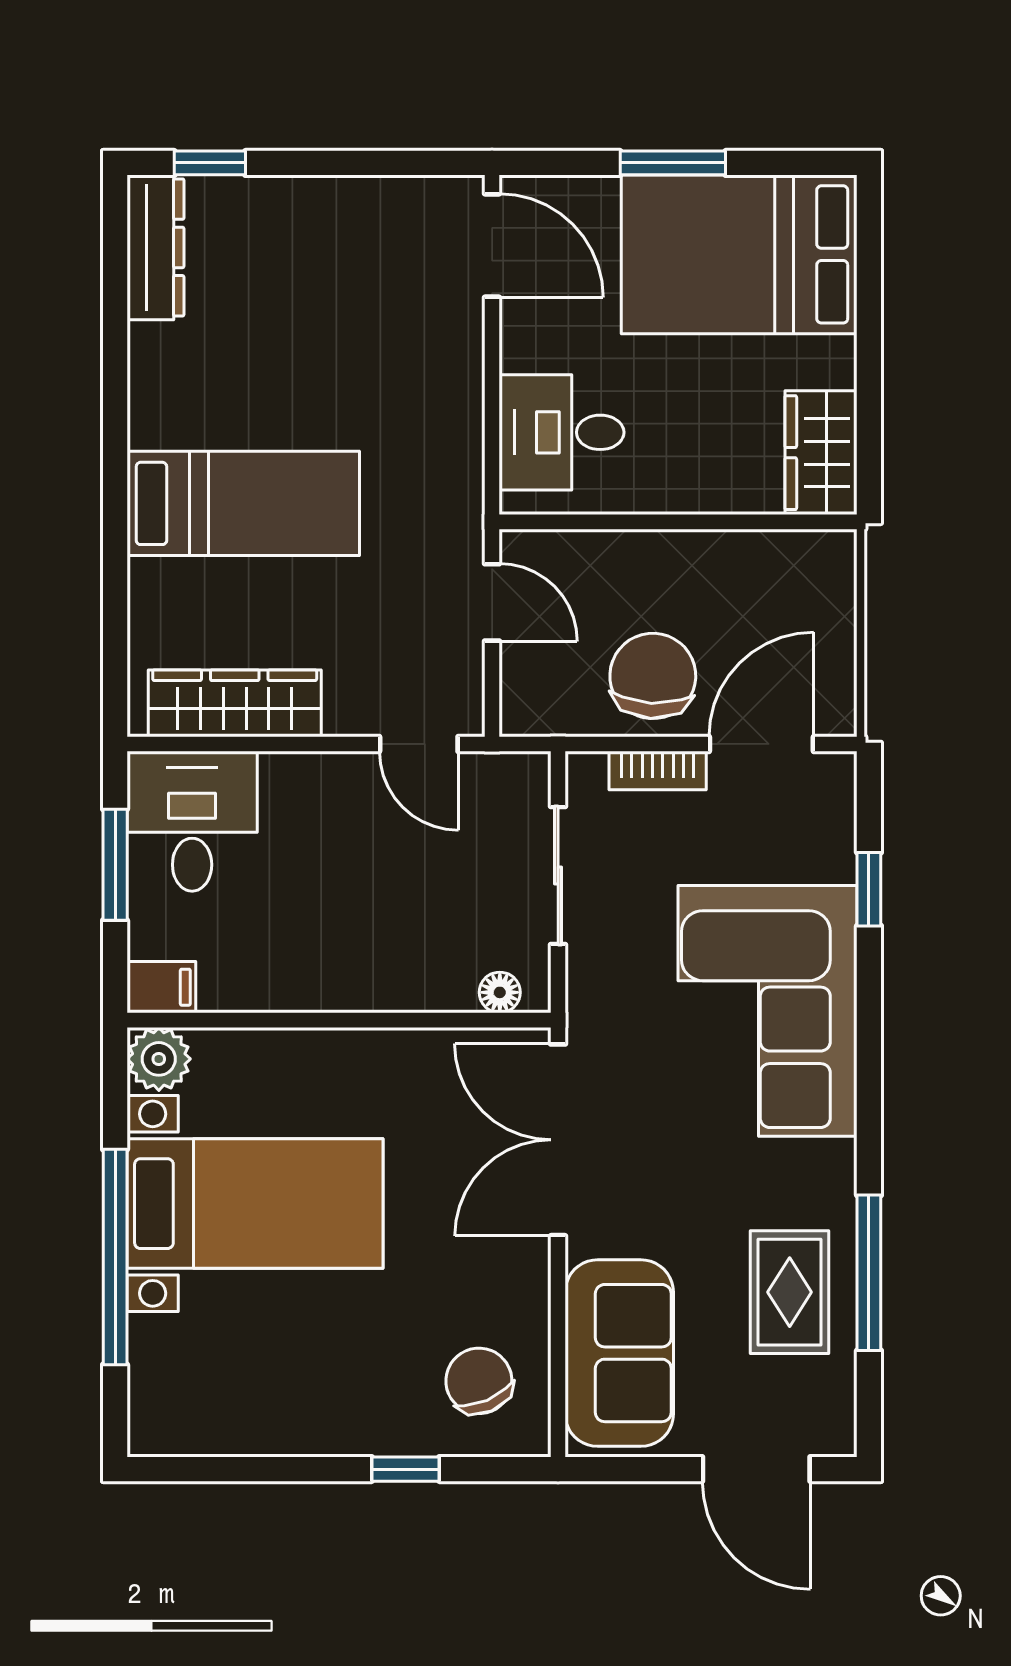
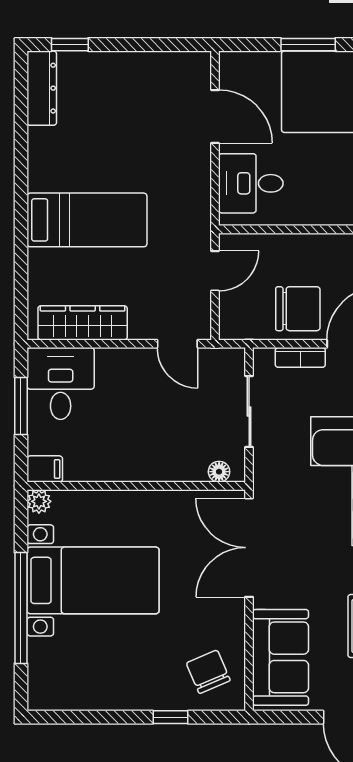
door: (492, 246) -> (215, 117), moved
door: (492, 602) -> (215, 271), hinge flipped
chair: (653, 676) -> (298, 309), turned 87
plant: (159, 1059) -> (39, 501), width x0.73, depth x0.73

